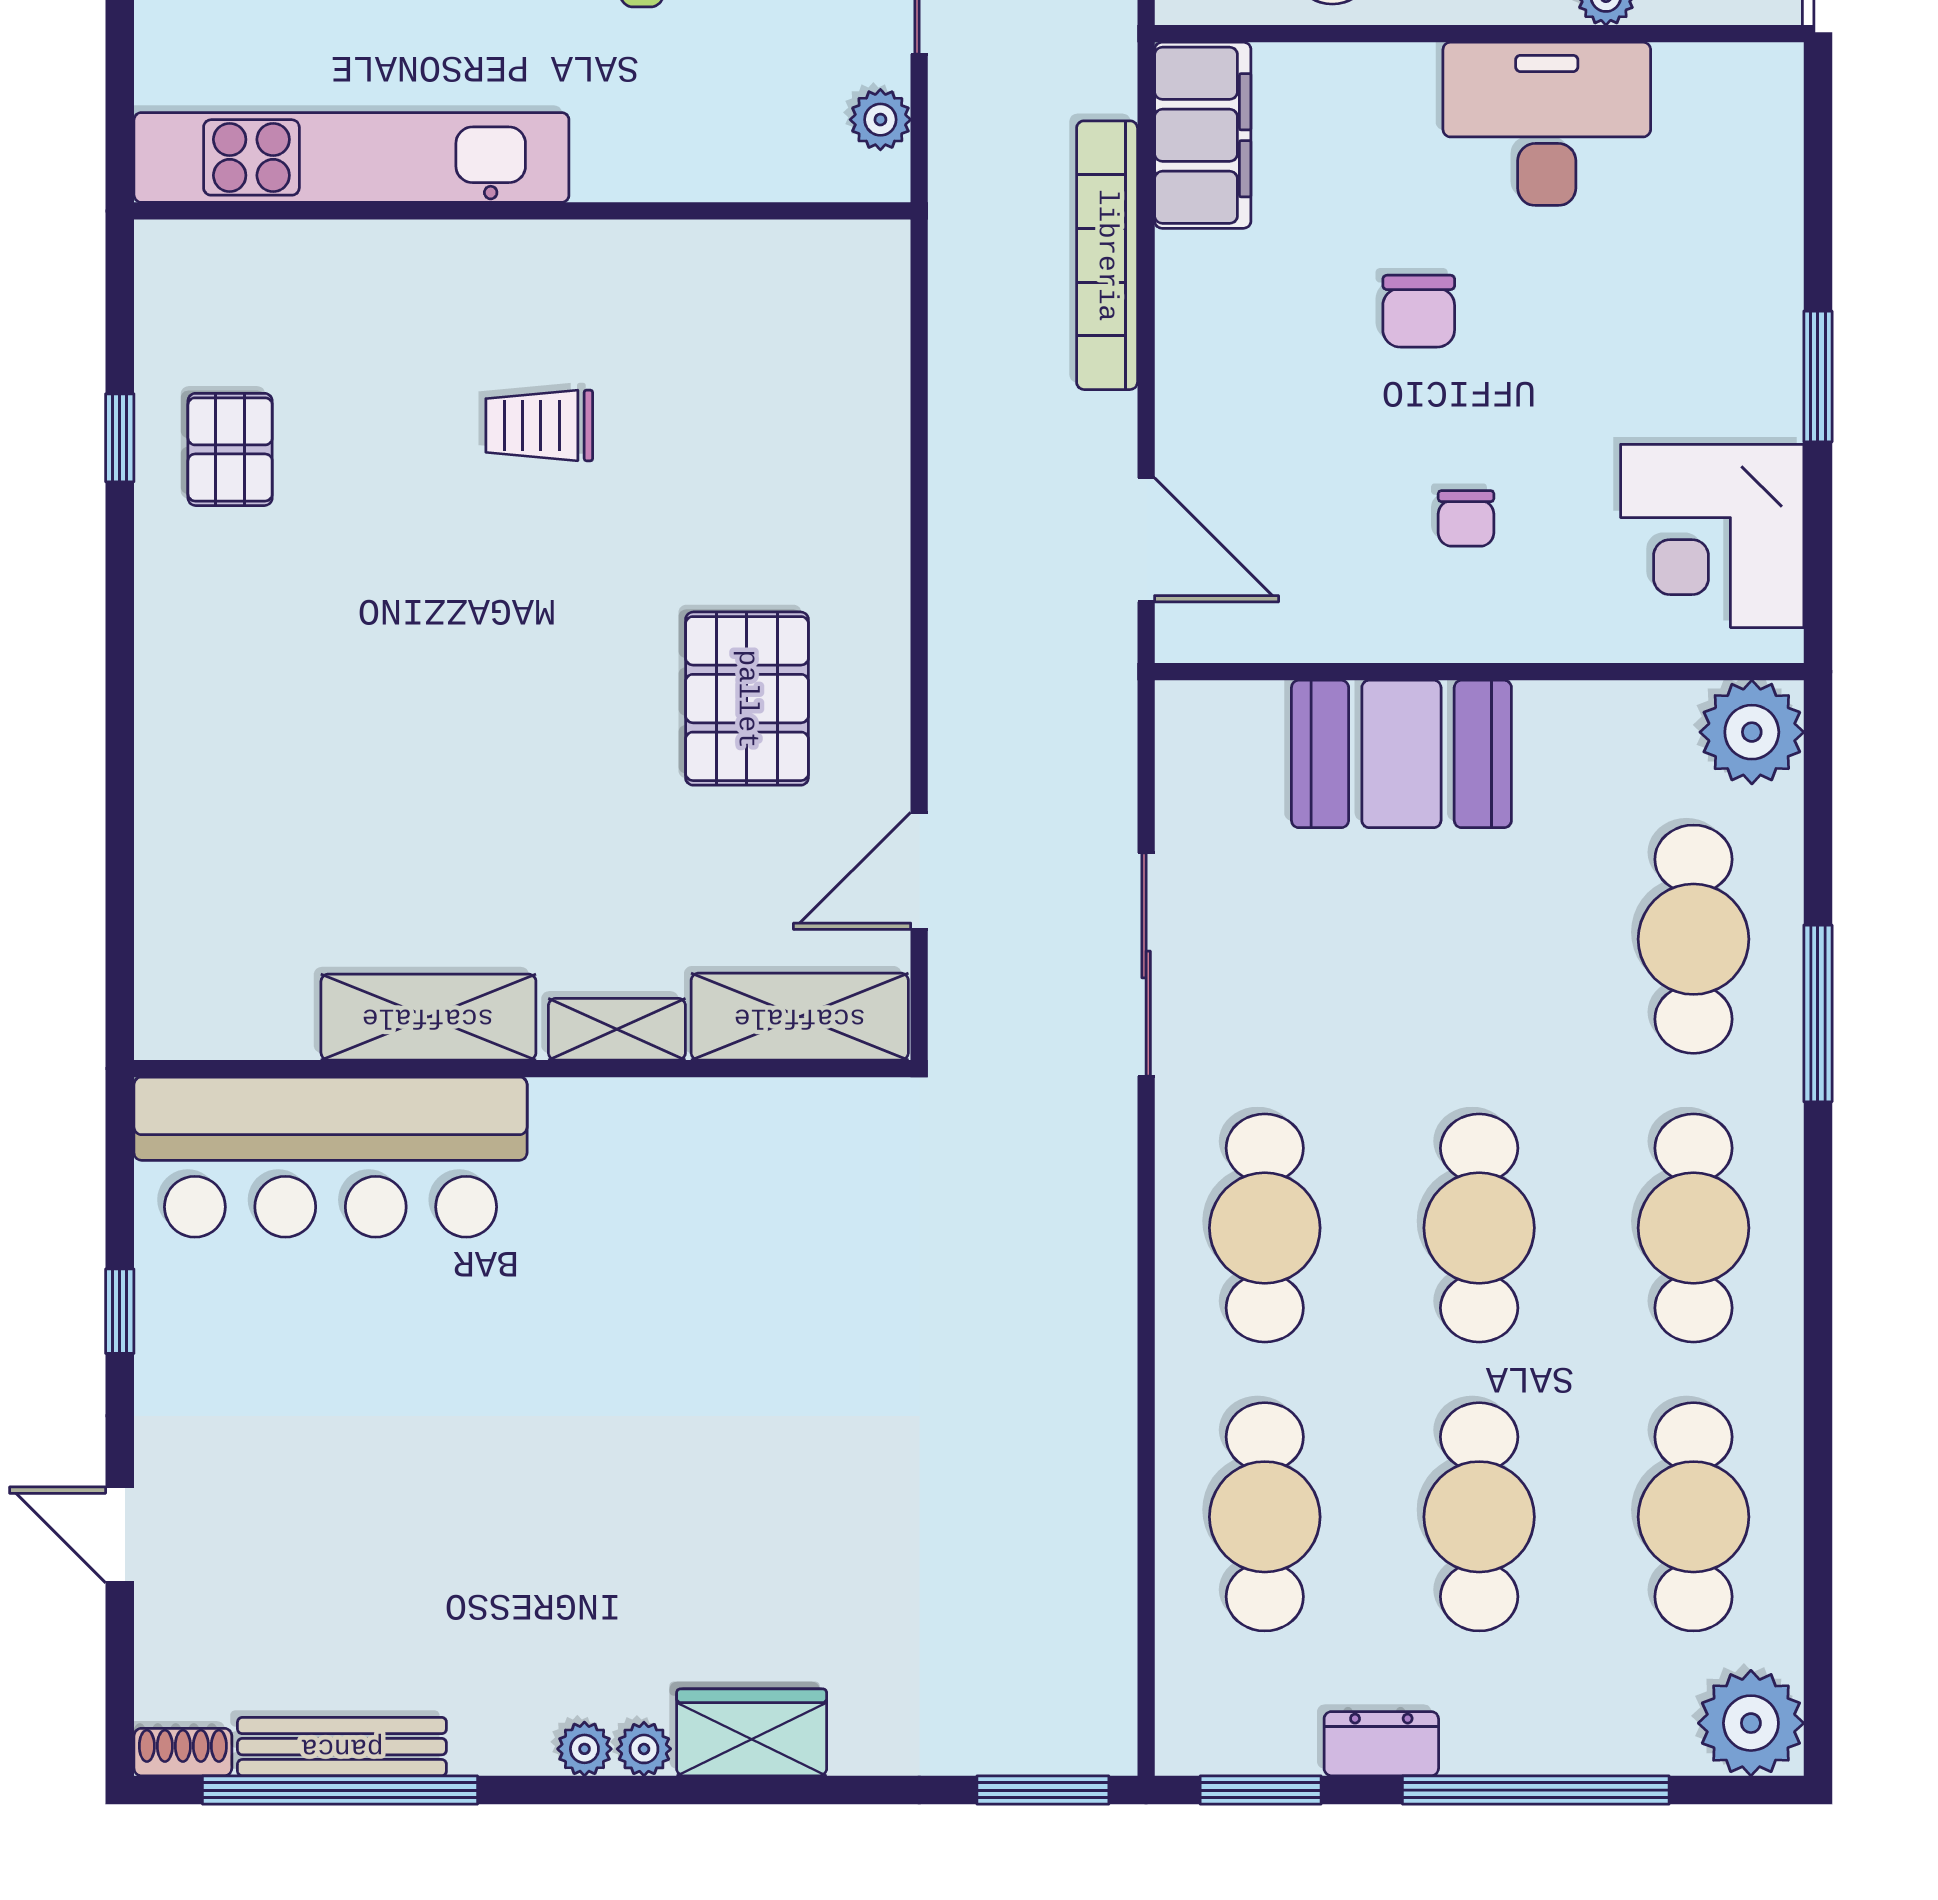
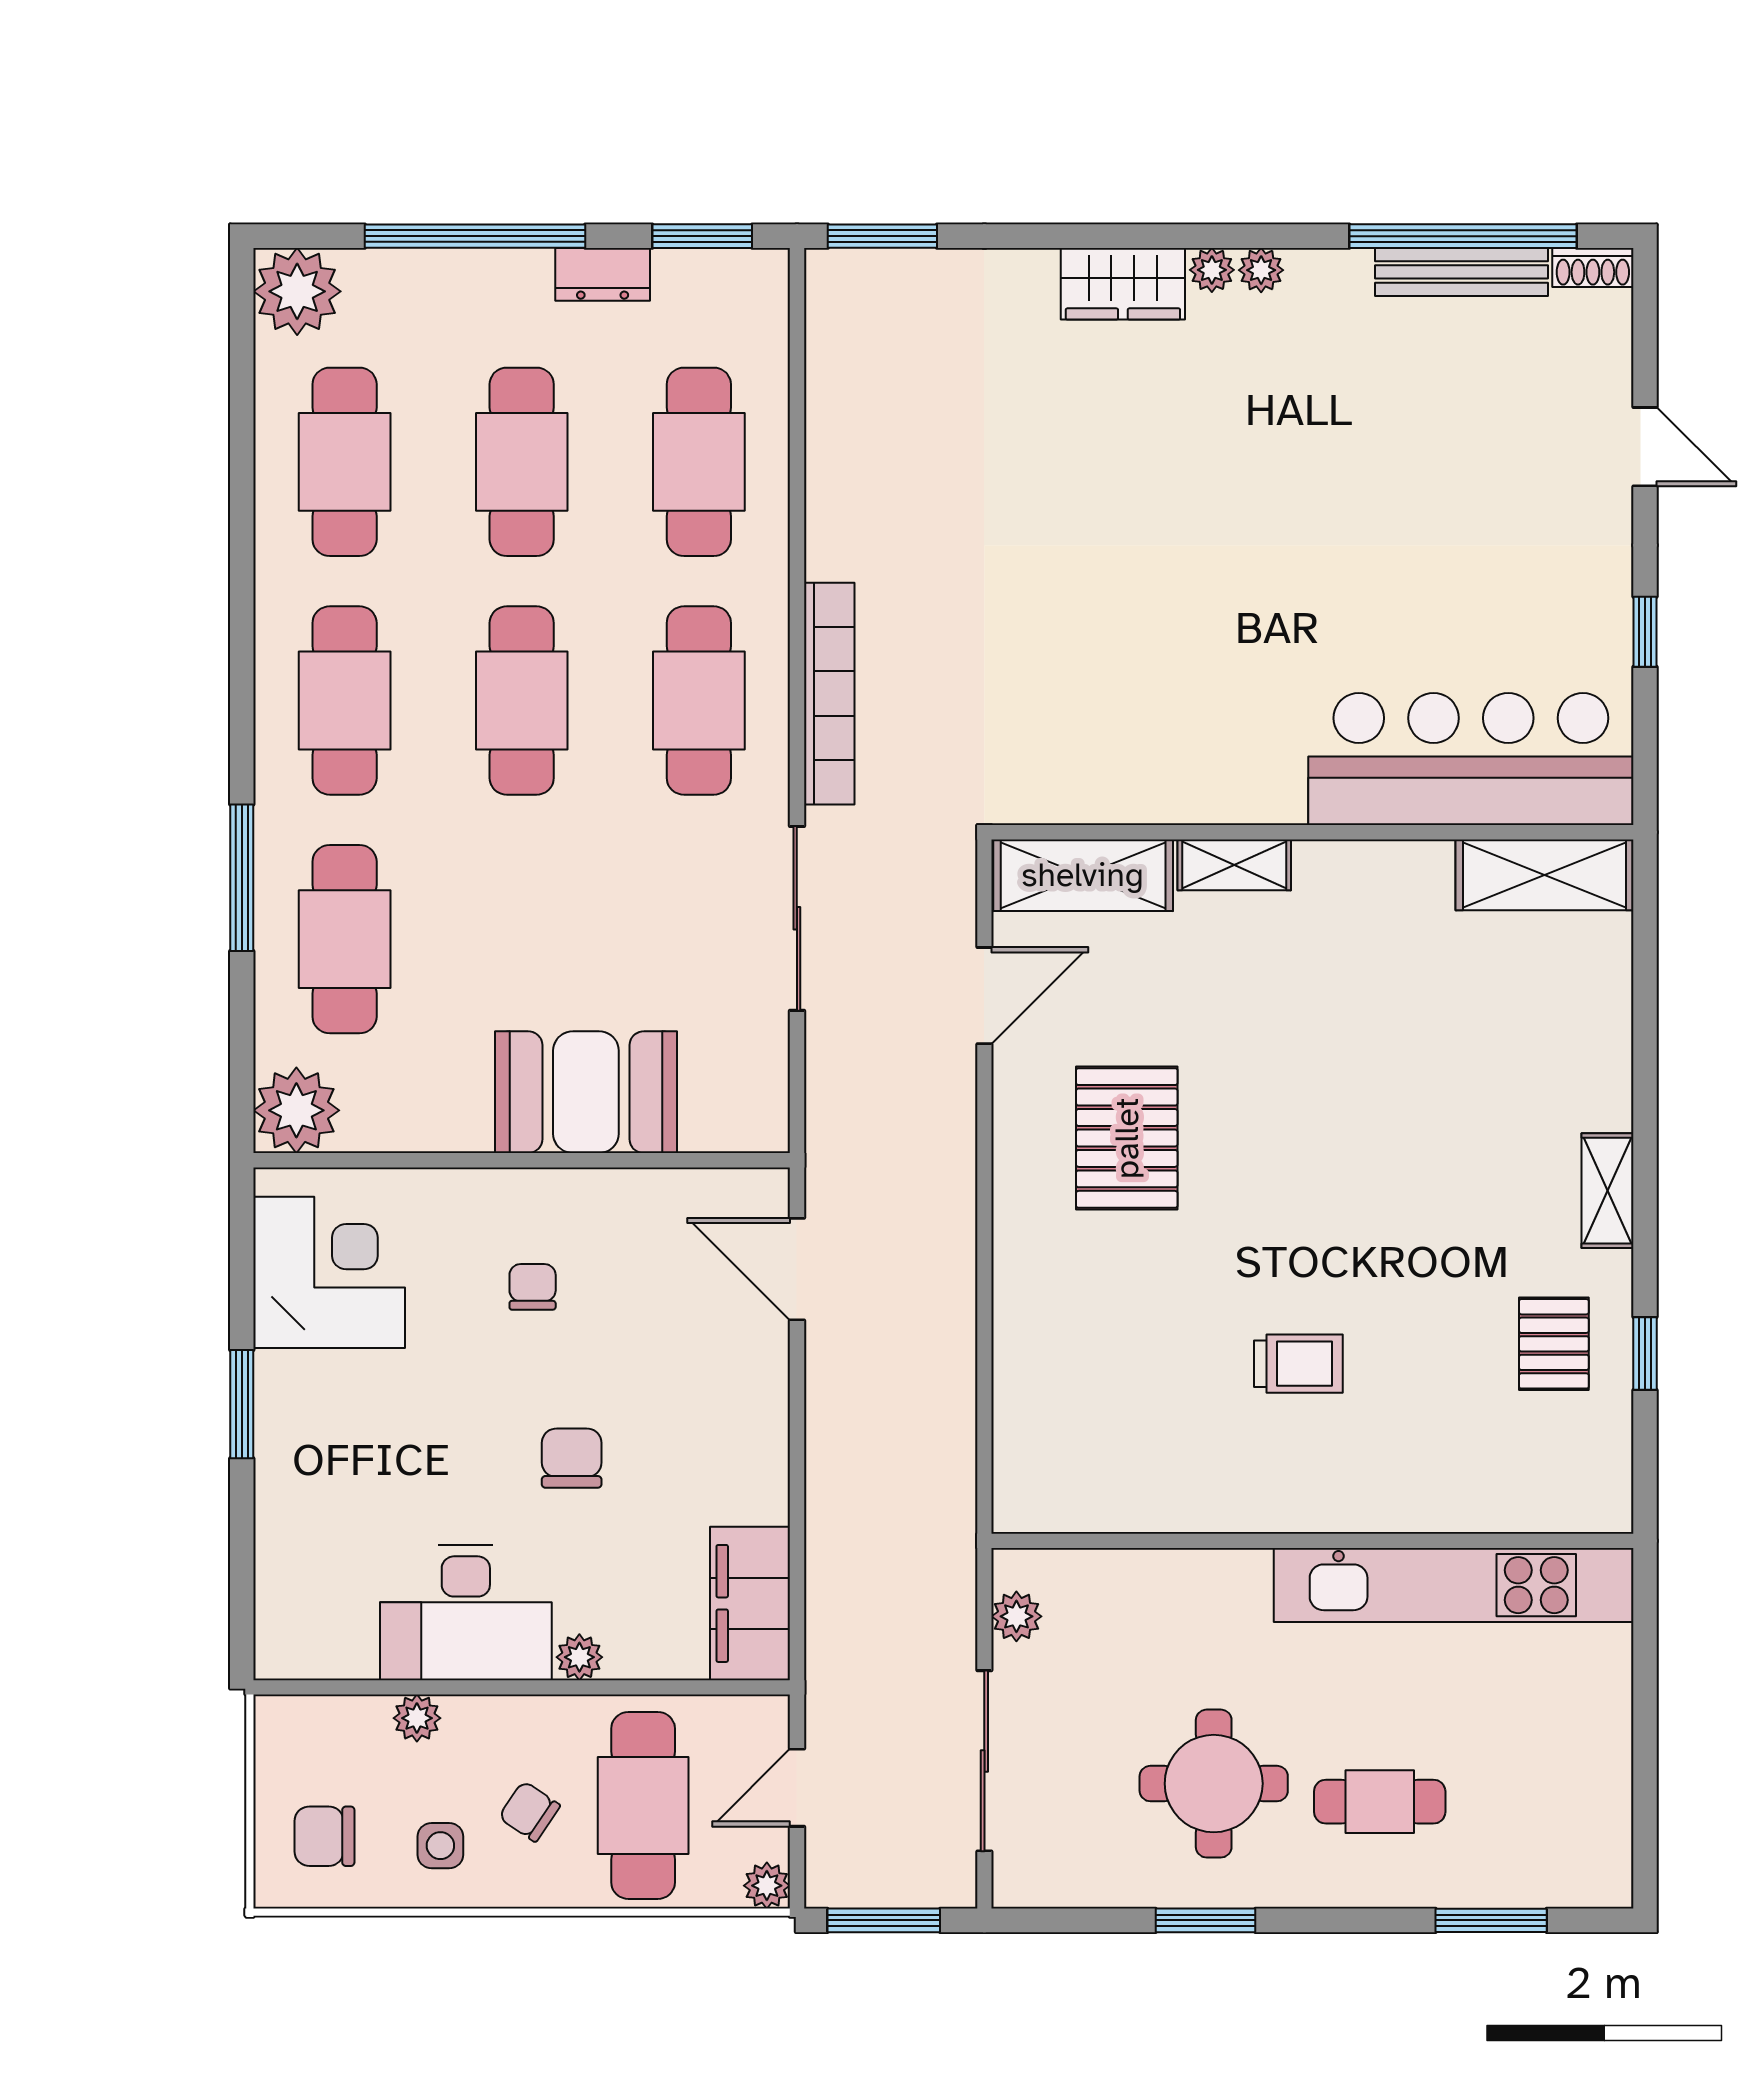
plant: (1409, 70) -> (579, 1657), added
bookcase: (1107, 255) -> (829, 694), moved
shelving: (165, 635) -> (1607, 1191), added
shelving: (428, 1017) -> (1545, 875), moved

